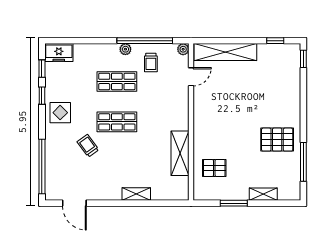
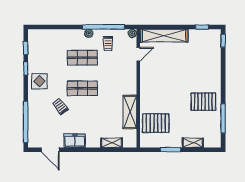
freezer: (59, 53) -> (75, 141), moved, turned 180
pallet: (214, 168) -> (156, 123), width x1.50, depth x1.42
shelving: (136, 194) -> (112, 143), moved

